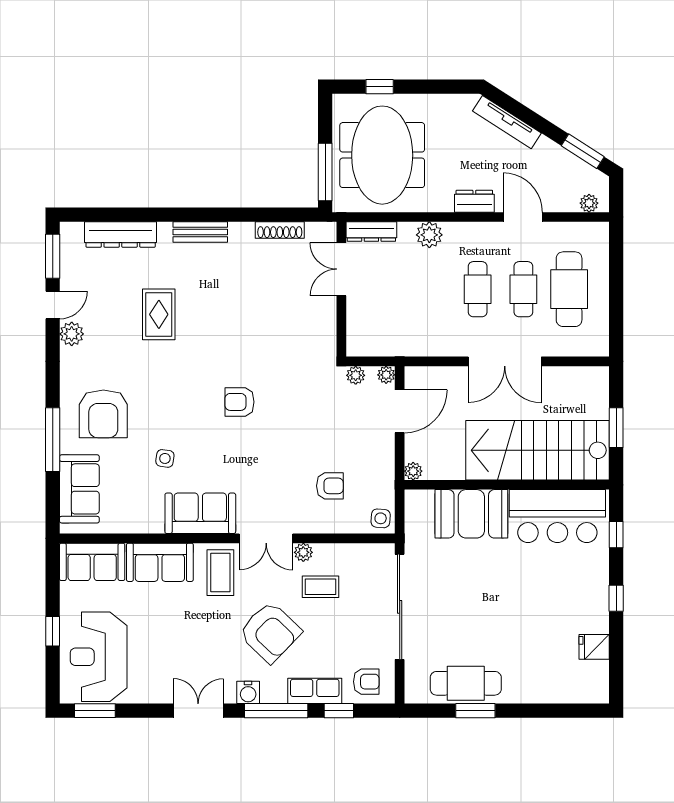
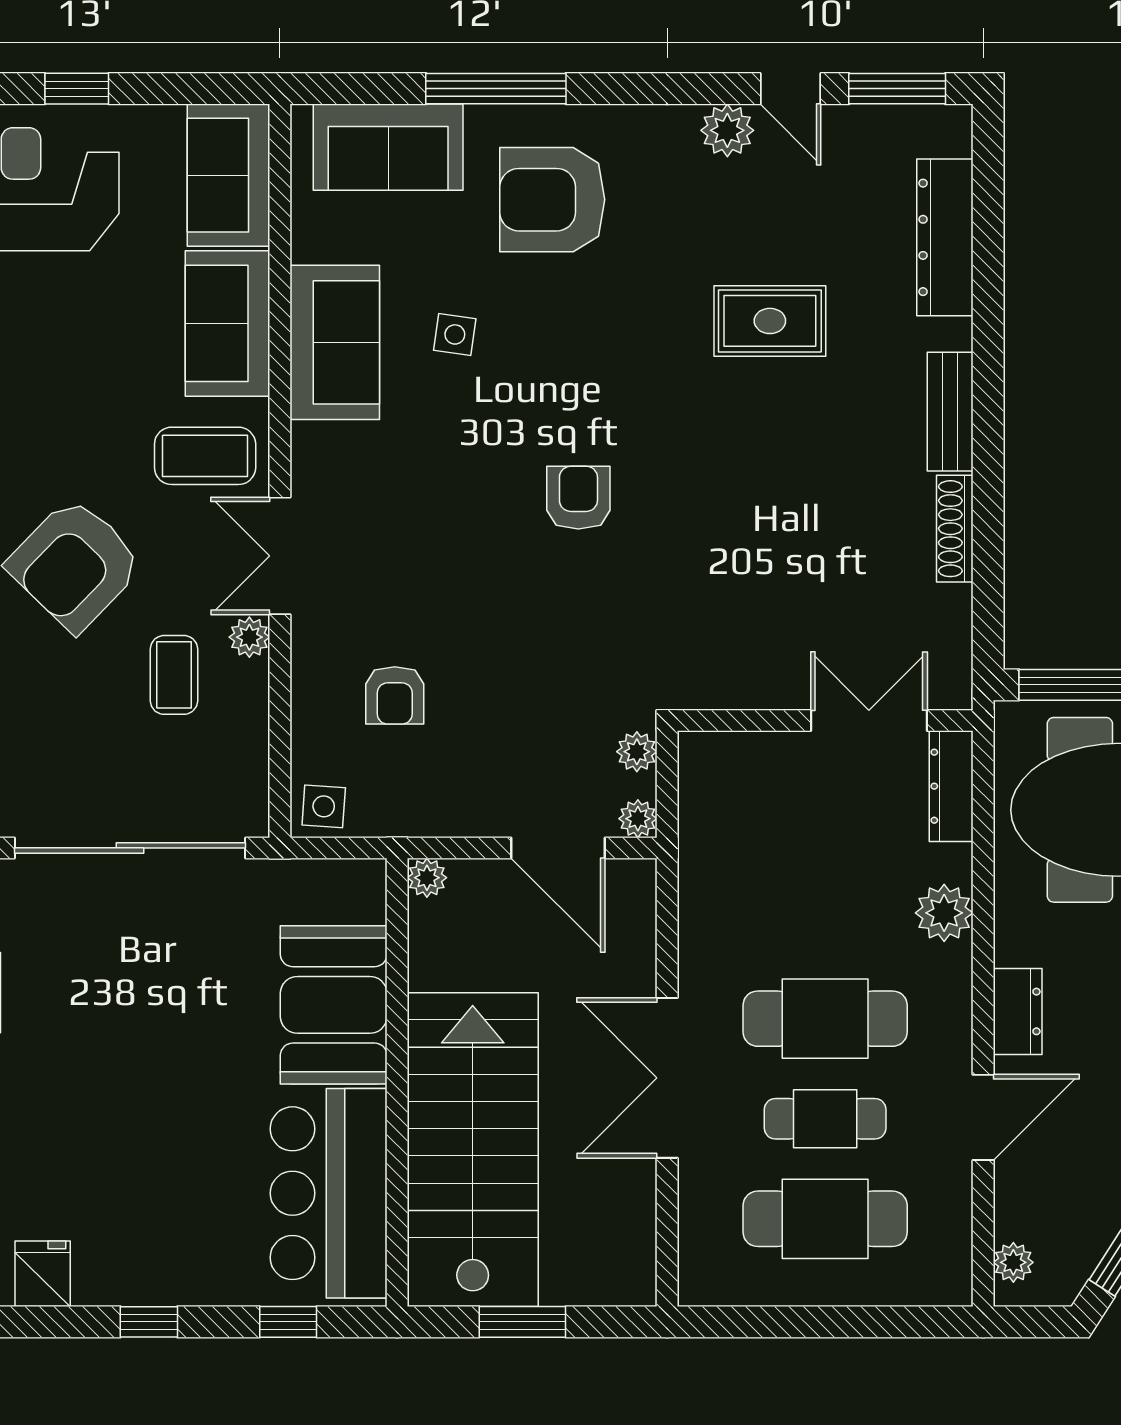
shoe rack: (280, 230) -> (955, 529), moved
cafe table: (478, 289) -> (825, 1019), width x1.37, depth x1.35
sofa: (200, 513) -> (335, 342), moved

